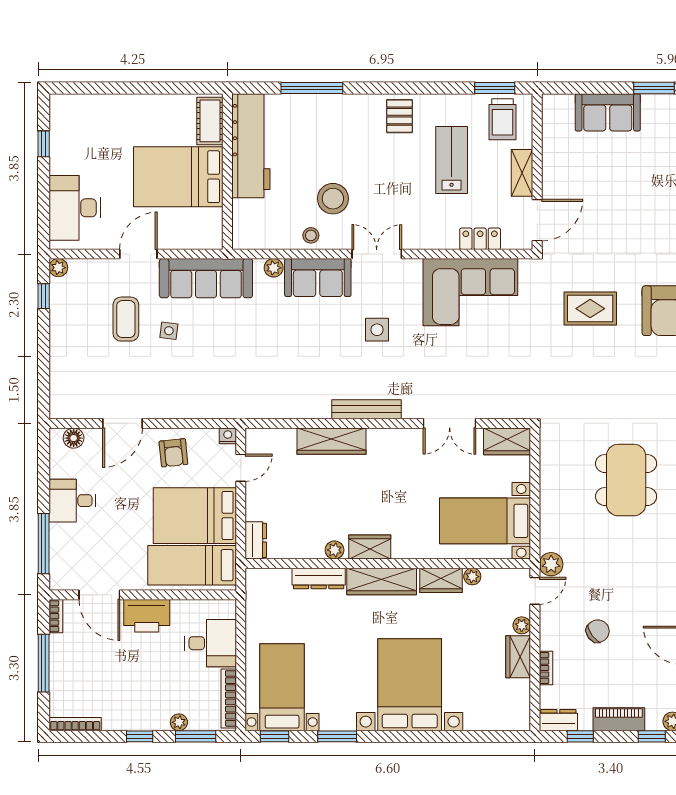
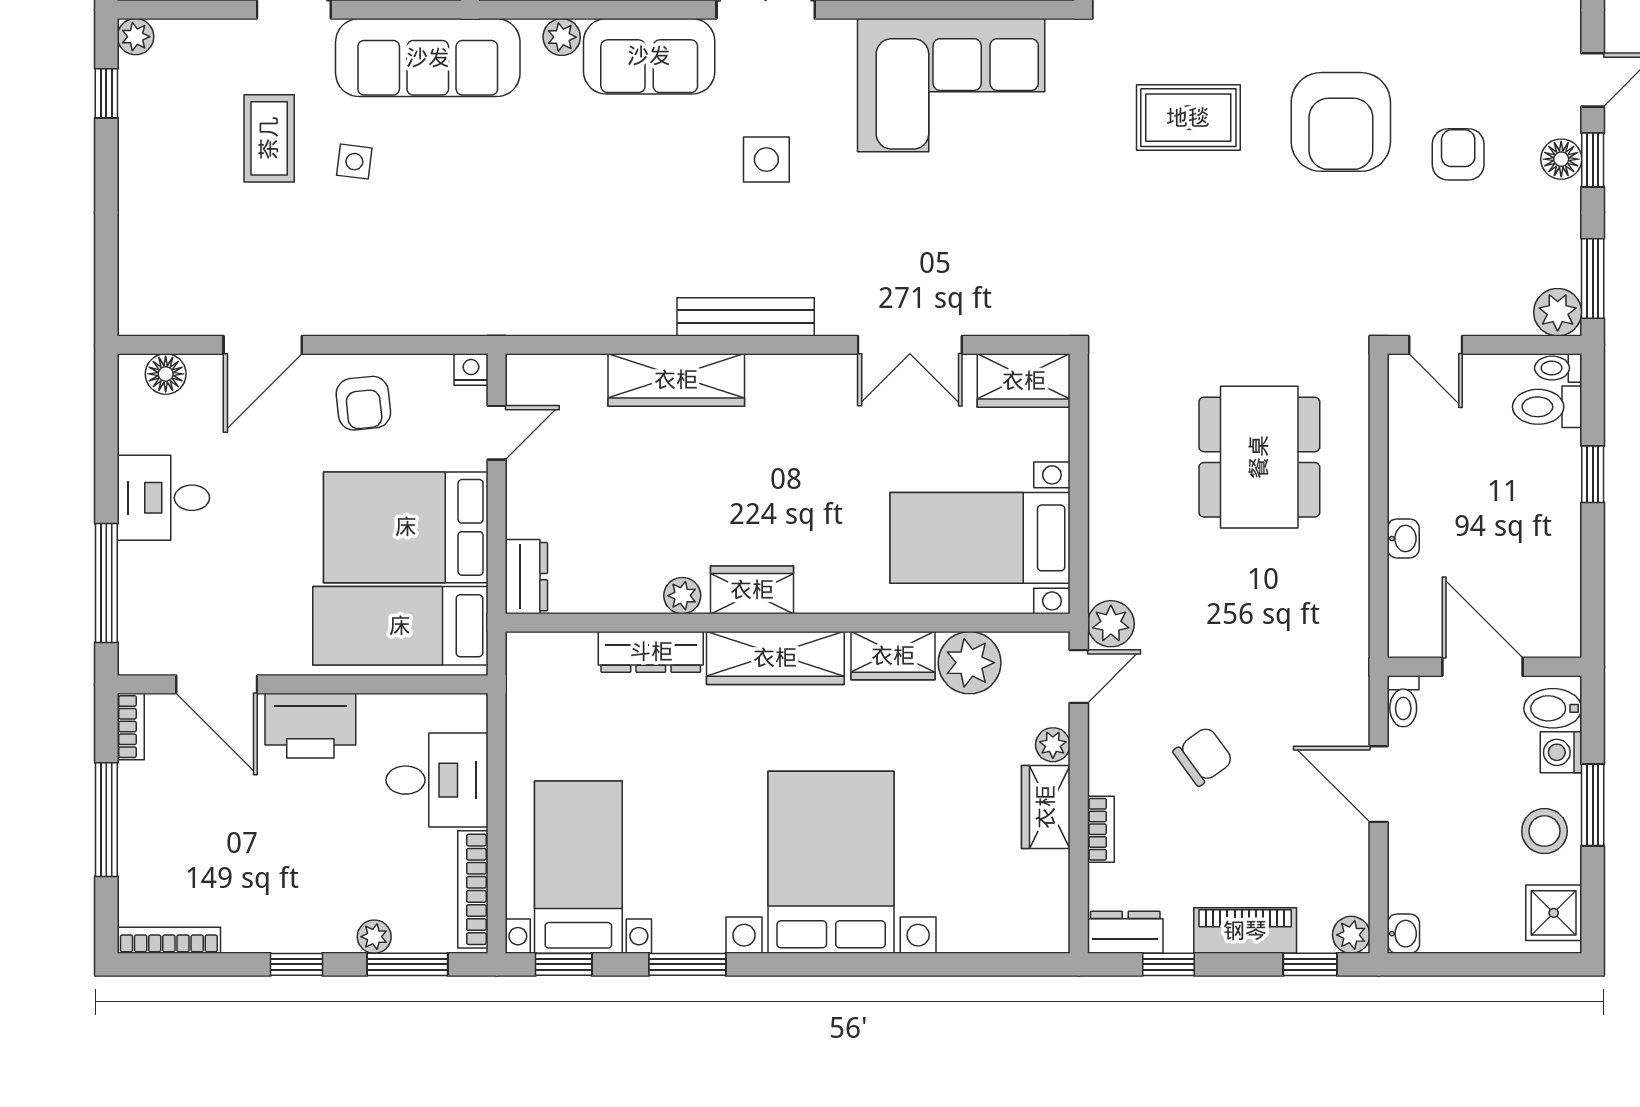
plant: (472, 577) -> (970, 663), width x1.87, depth x1.87

